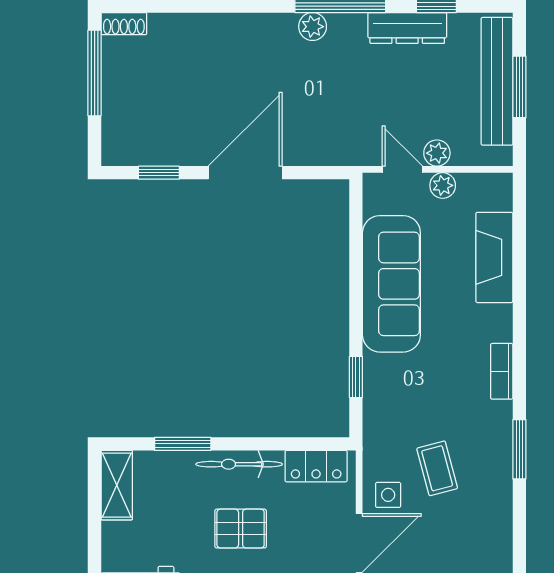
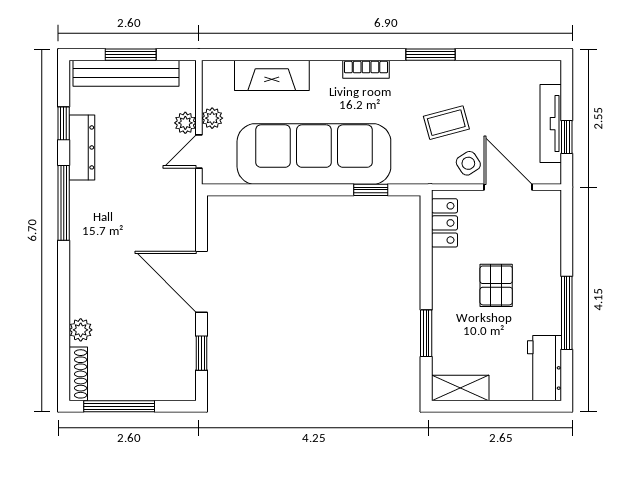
shoe rack: (124, 24) -> (78, 374), width x1.43
plant: (313, 27) -> (81, 330), moved
sofa: (391, 284) -> (314, 154), width x1.36, depth x1.27
bicycle: (239, 464) -> (443, 287), removed
side table: (388, 495) -> (468, 163), turned -33

